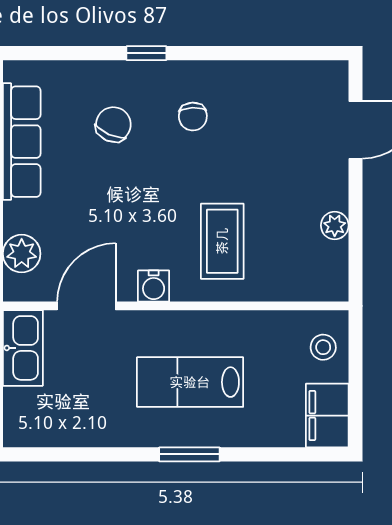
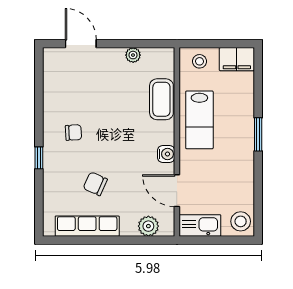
chair: (113, 124) -> (95, 184), moved
coffee table: (222, 241) -> (161, 99), moved, turned 90
lab bench: (190, 382) -> (199, 120), moved
stool: (30, 422) -> (241, 221), added

